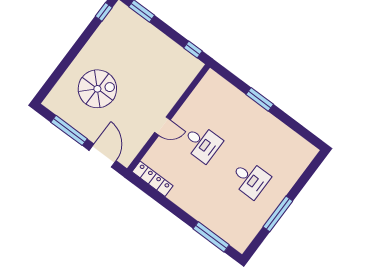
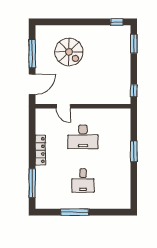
door: (162, 126) -> (63, 106), moved
desk: (202, 143) -> (83, 137), width x1.37
locker: (152, 179) -> (40, 150), moved

